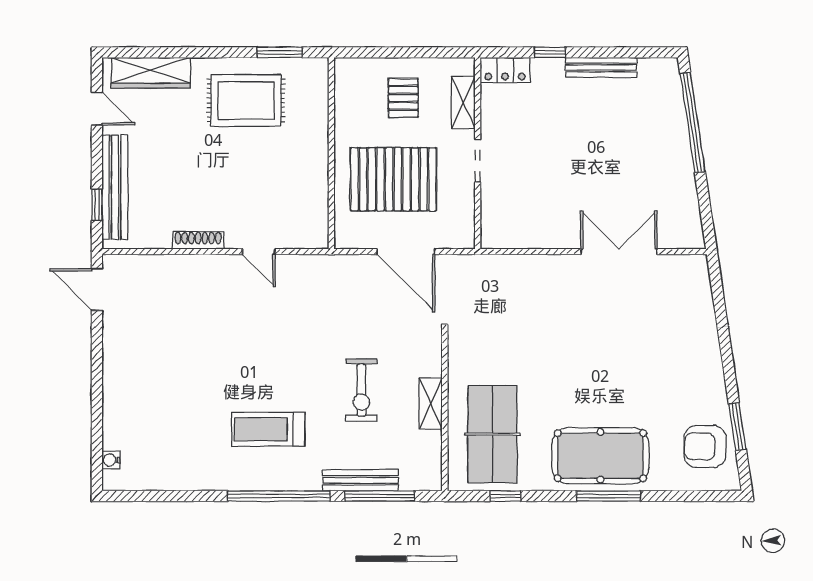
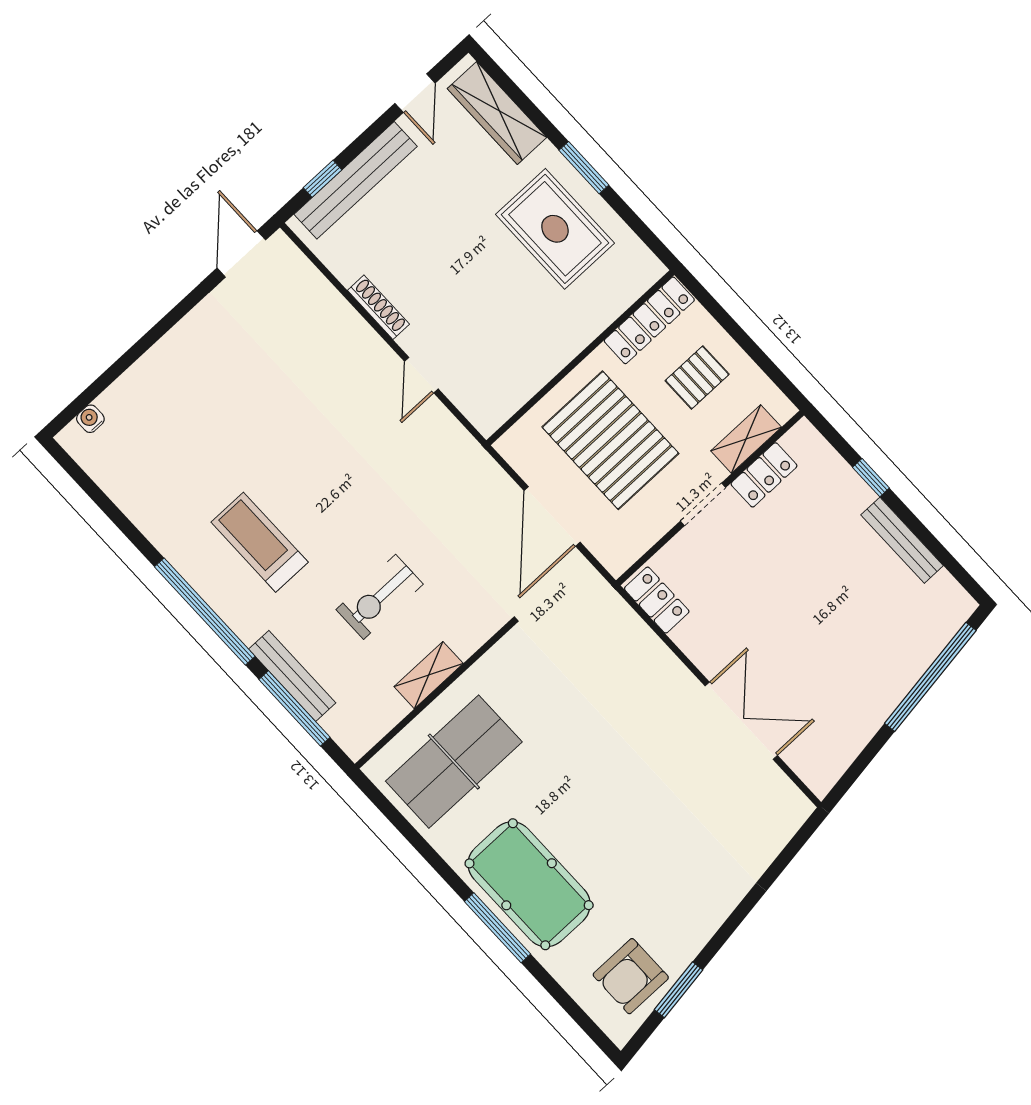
window: (280, 52) -> (584, 168), moved
locker: (505, 70) -> (764, 475), moved, turned -90
locker: (346, 95) -> (649, 320), added
locker: (507, 236) -> (657, 600), added
armchair: (705, 446) -> (631, 976), turned -90
window: (505, 496) -> (406, 829), removed

